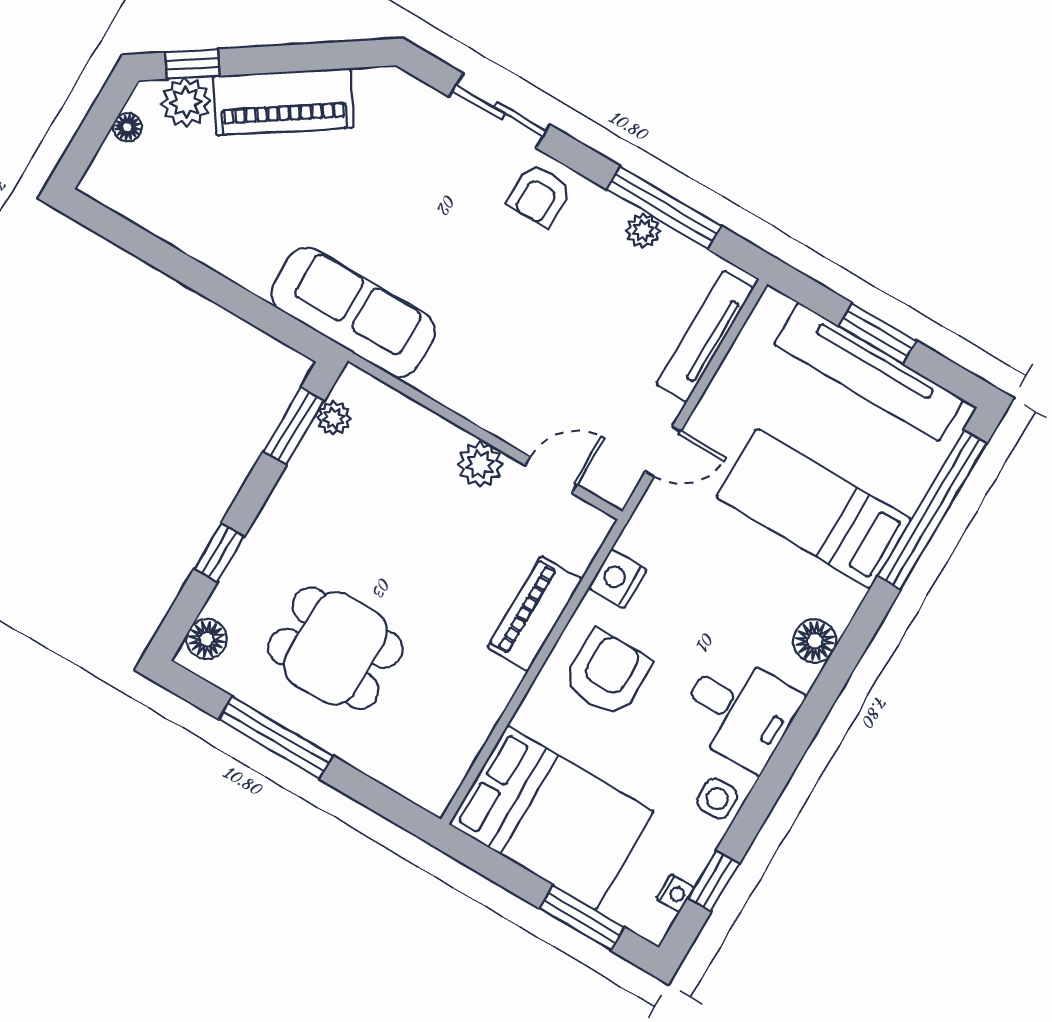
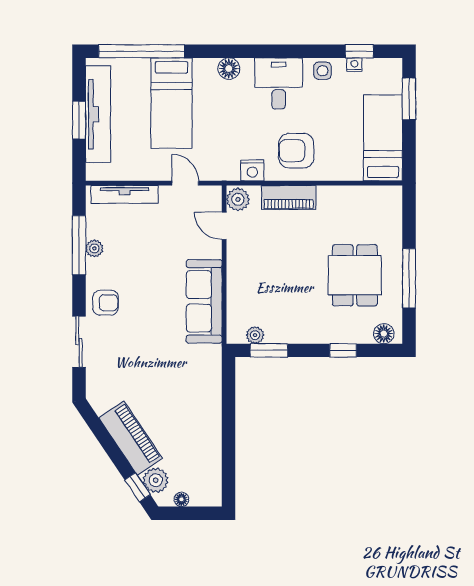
sofa: (353, 312) -> (204, 301), moved
plant: (480, 465) -> (238, 199), moved
bed: (551, 818) -> (383, 138), width x0.67
nightstand: (675, 893) -> (354, 65), moved

